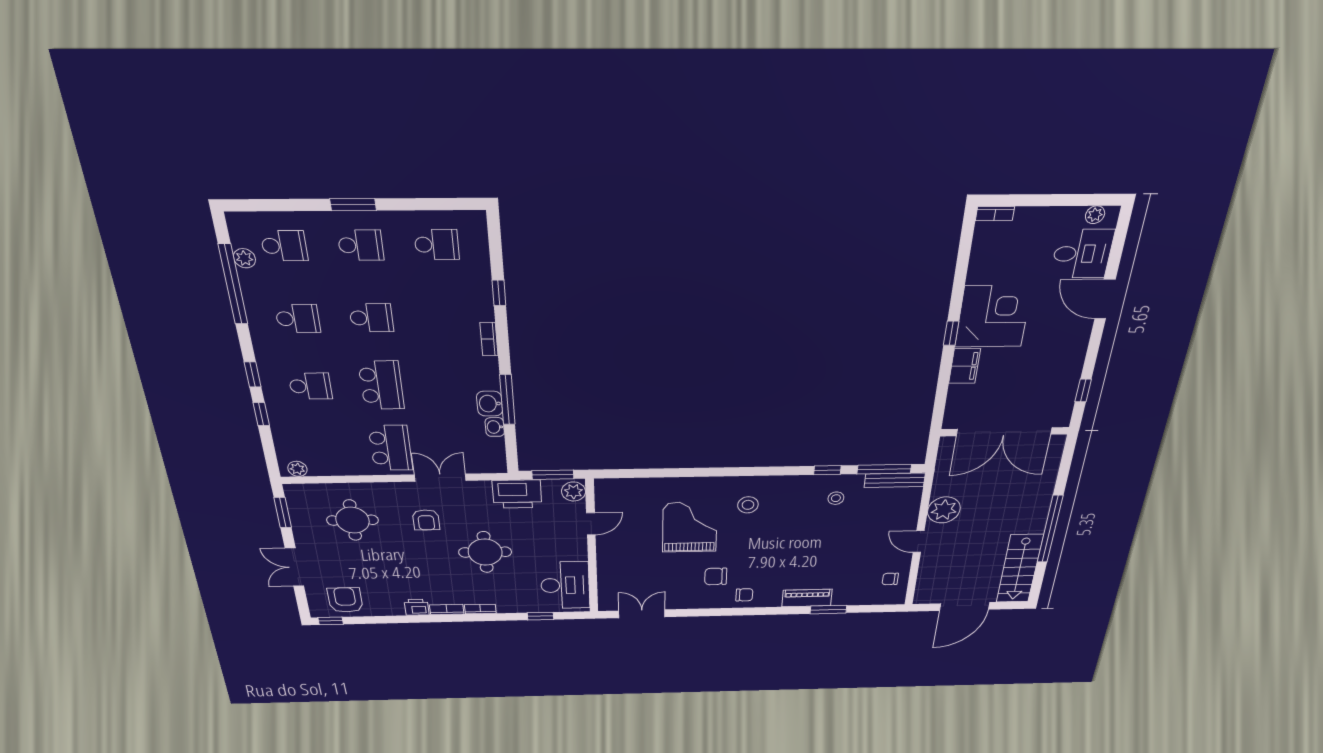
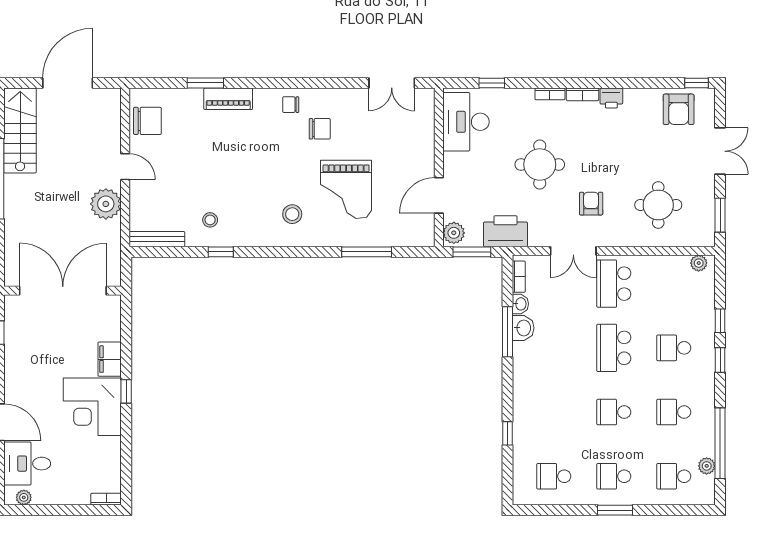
bookcase: (489, 339) -> (519, 277), moved
window: (884, 469) -> (367, 252), moved
door: (591, 524) -> (439, 195), width x1.38
chair: (890, 579) -> (147, 121), width x1.87, depth x1.87

